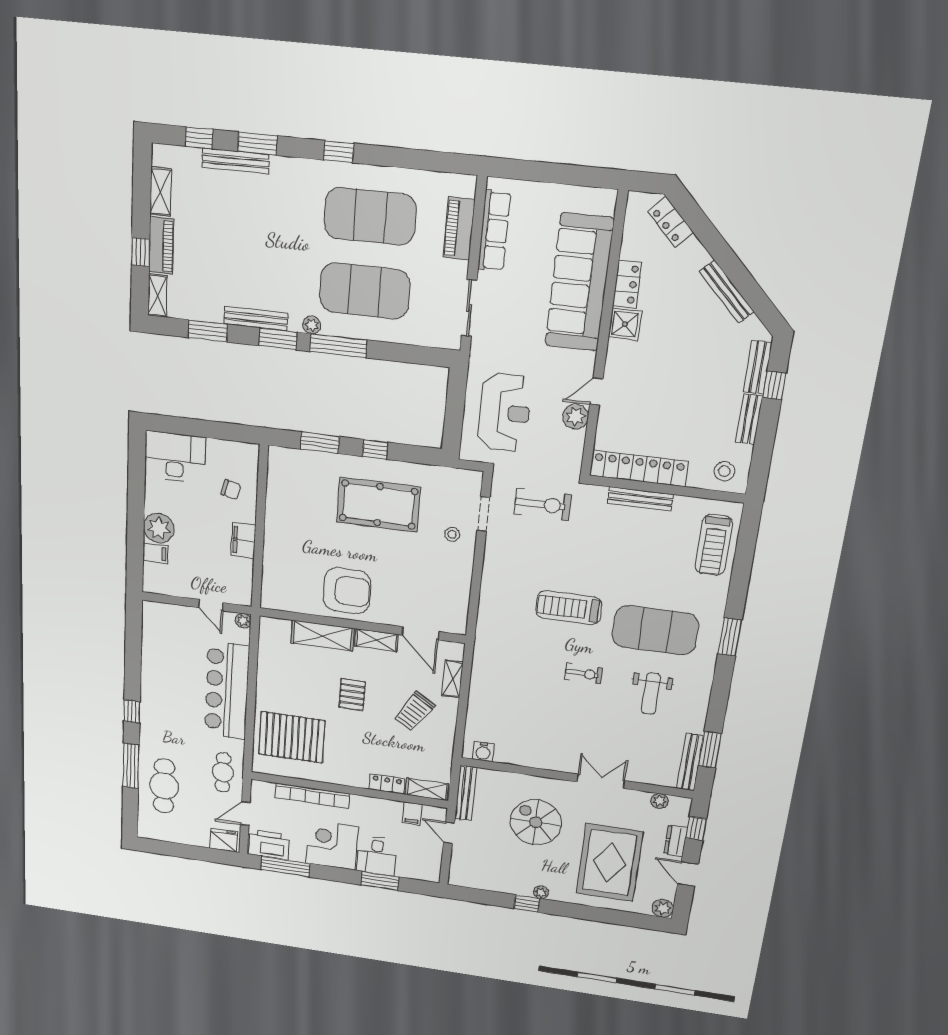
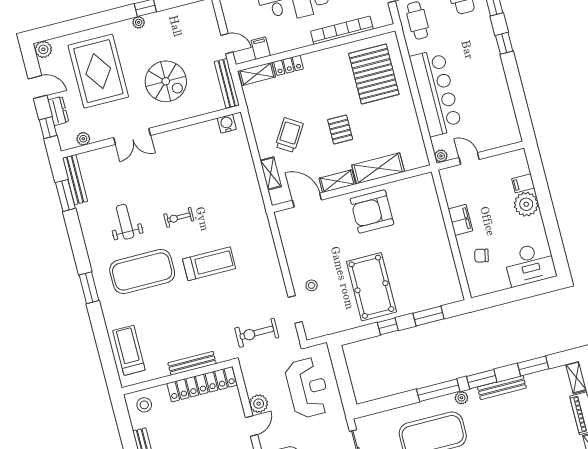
reception desk: (505, 412) -> (308, 388), turned 180
pool table: (378, 505) -> (371, 287), turned 90
pallet: (292, 737) -> (374, 74), turned 90

